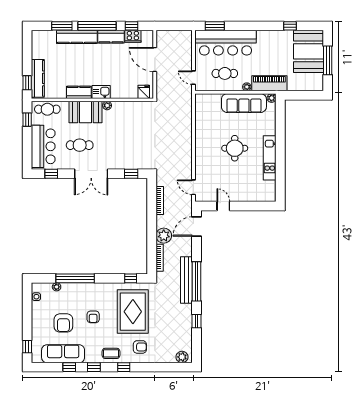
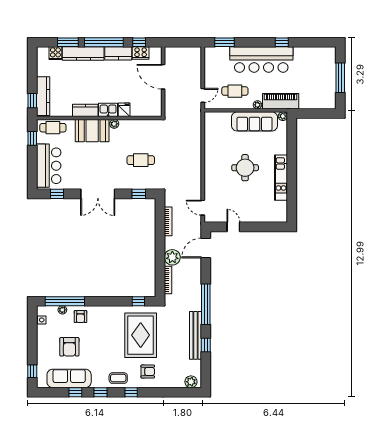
window: (290, 26) -> (282, 42), moved
cooker: (50, 37) -> (55, 53), added
bar counter: (225, 43) -> (261, 59), moved
booth: (308, 51) -> (321, 68), removed
door: (193, 78) -> (203, 95), swing flipped
fridge: (144, 92) -> (124, 110), moved
cafe table: (80, 145) -> (141, 160), moved
window: (75, 278) -> (65, 301), moved
bench: (186, 280) -> (195, 335), moved
armchair: (93, 317) -> (80, 317), moved

